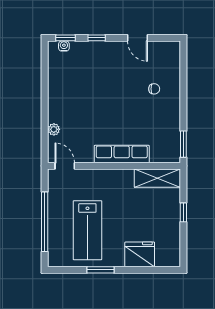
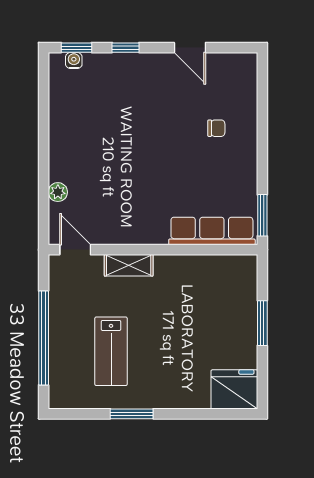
row of seats: (122, 154) -> (212, 231), moved
shelving: (157, 178) -> (129, 265), moved, width x0.67, depth x0.75
window: (183, 212) -> (262, 323), width x1.50
lab bench: (87, 230) -> (111, 351), width x0.73, depth x0.72
fridge: (140, 254) -> (234, 389), moved

